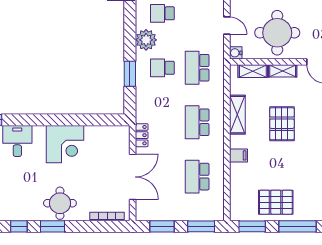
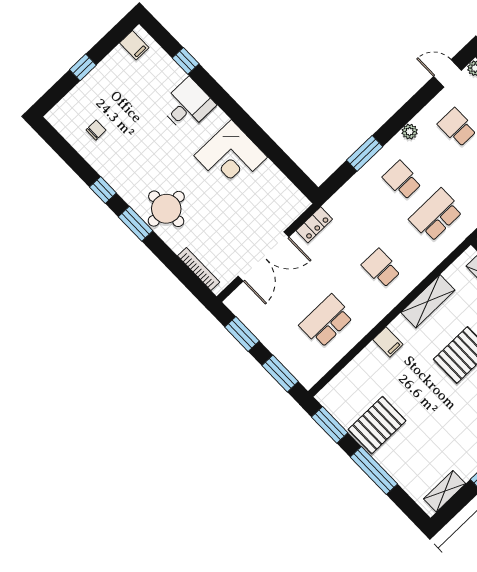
plant: (146, 40) -> (410, 132), width x0.53, depth x0.53
school desk: (197, 122) -> (381, 268), width x0.54
pallet: (276, 202) -> (377, 425), turned 90

